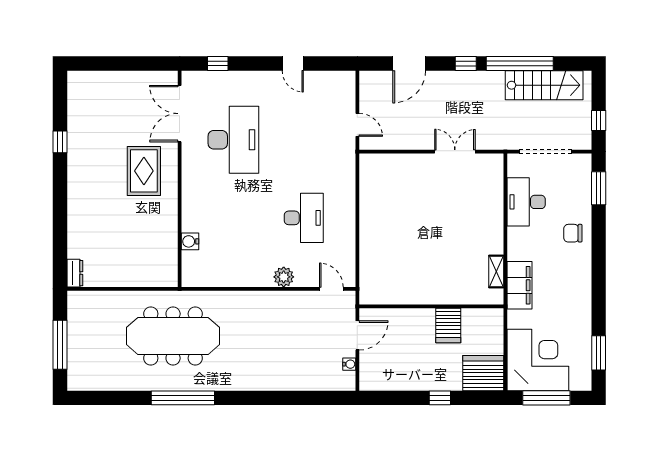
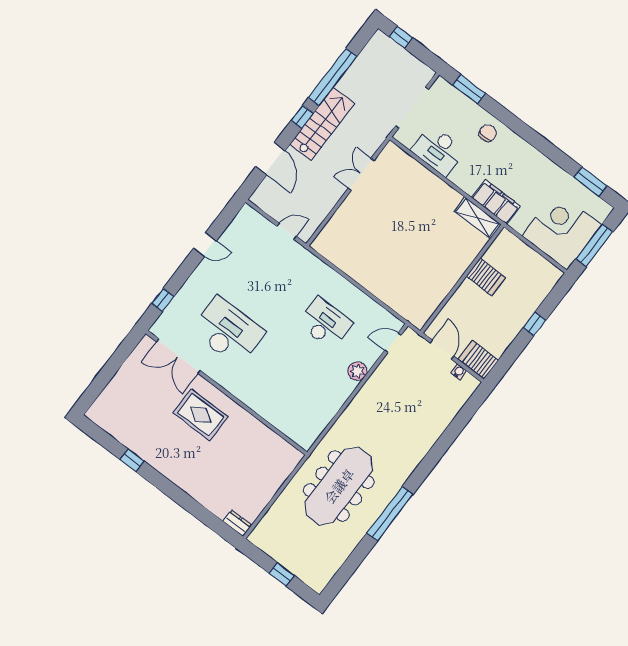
stairs: (544, 85) -> (322, 124), moved
window: (599, 121) -> (401, 37), moved
chair: (573, 233) -> (488, 133), turned 180
water cooler: (190, 241) -> (279, 420), removed
shelving: (496, 272) -> (477, 218), width x1.50, depth x1.33
window: (60, 345) -> (282, 574), width x0.46
server rack: (483, 373) -> (478, 360), moved, width x0.62

